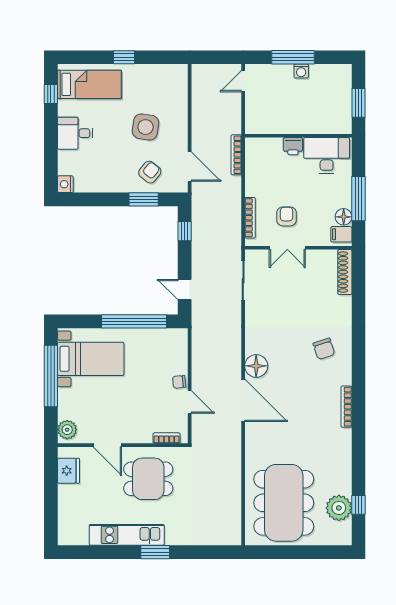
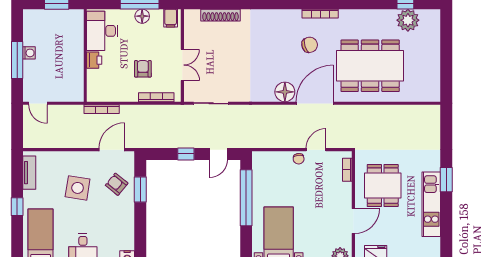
tv unit: (163, 71) -> (29, 173), added
armchair: (287, 216) -> (143, 69), moved, turned 90
floor lamp: (344, 217) -> (142, 16), moved
window: (185, 231) -> (186, 154), moved
shoe rack: (345, 272) -> (220, 15), moved
chair: (324, 349) -> (310, 45), moved
dining table: (284, 503) -> (370, 66), moved

